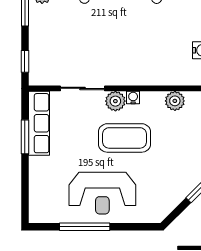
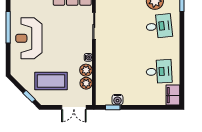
plant: (115, 101) -> (86, 70), moved
coffee table: (125, 138) -> (51, 81), moved, turned 90

